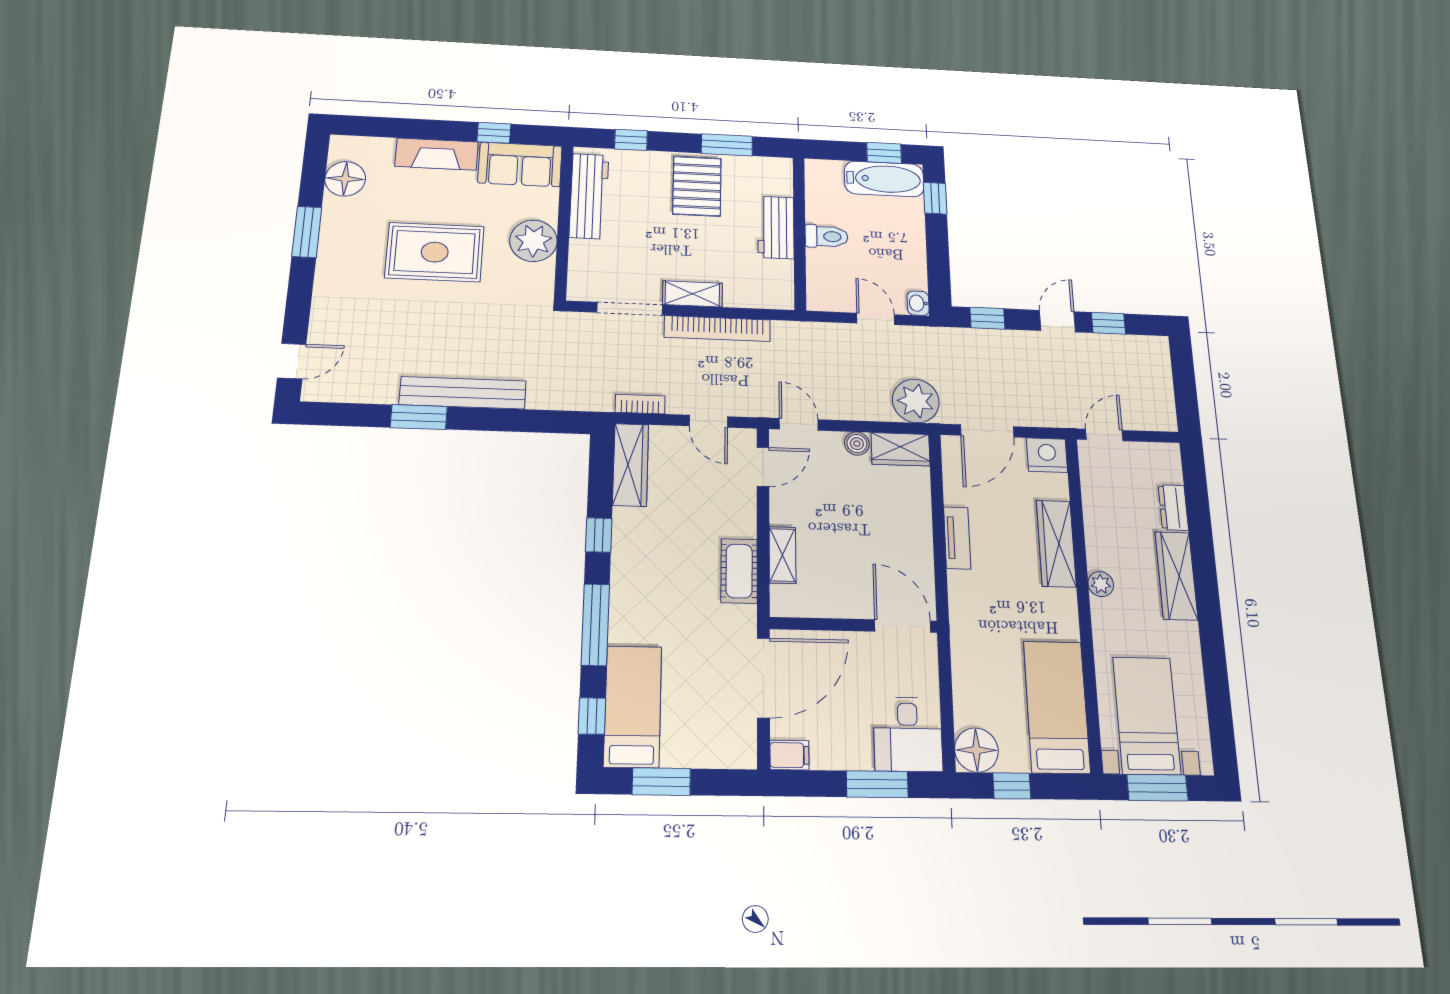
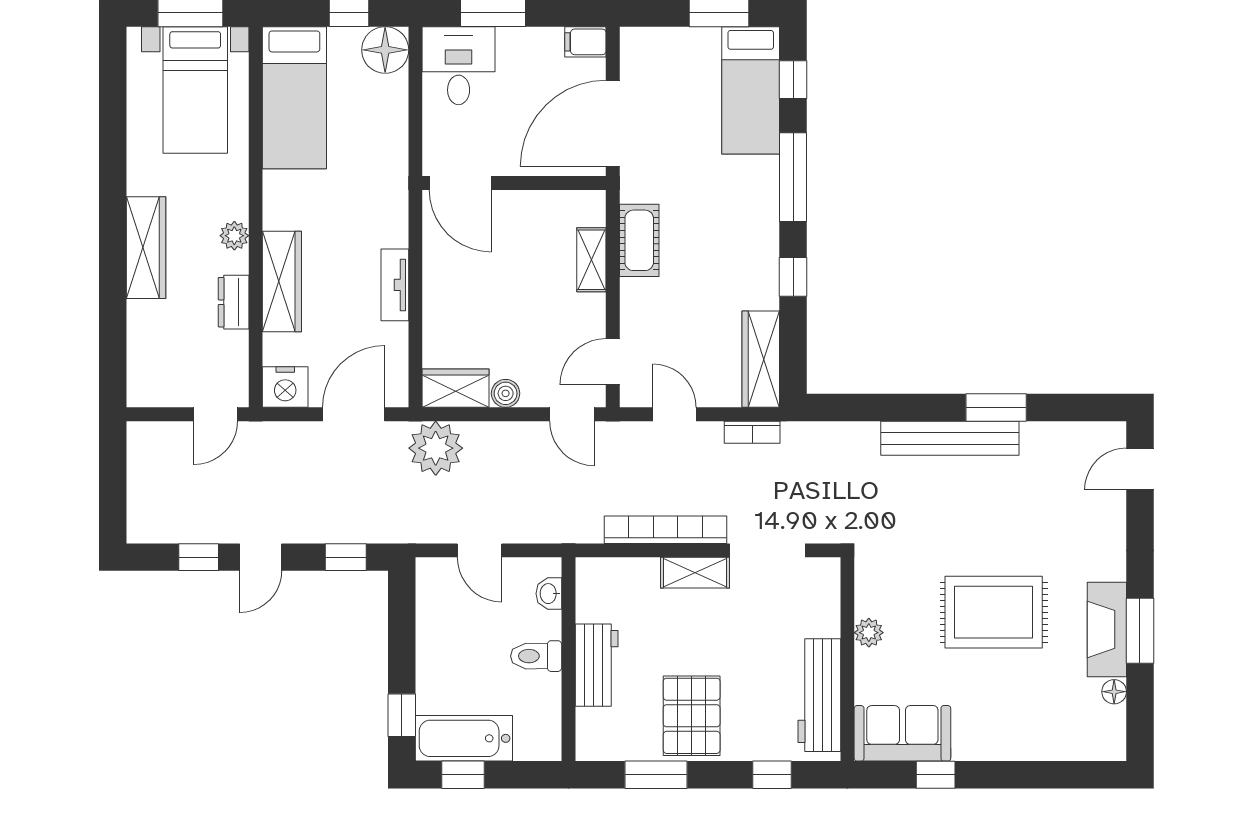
fireplace: (437, 154) -> (1107, 629), moved, turned -90
floor lamp: (345, 179) -> (1114, 692), width x0.53, depth x0.53
plant: (533, 241) -> (869, 633), width x0.53, depth x0.53
washbasin: (918, 303) -> (549, 594), moved, turned 180
dresser: (1173, 507) -> (234, 302), moved, turned 180

